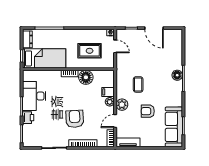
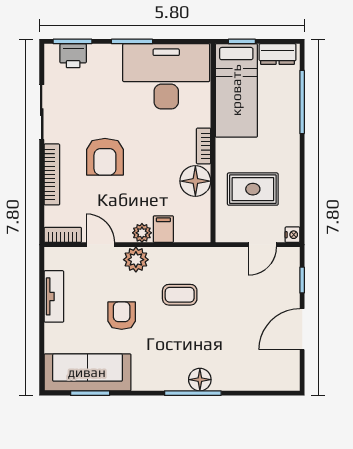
rug: (90, 51) -> (253, 189), turned 90
desk: (34, 96) -> (166, 76), width x1.36, depth x1.30
printer: (28, 118) -> (73, 56), moved
armchair: (75, 119) -> (105, 157), turned 93
tv unit: (128, 142) -> (54, 296), moved

